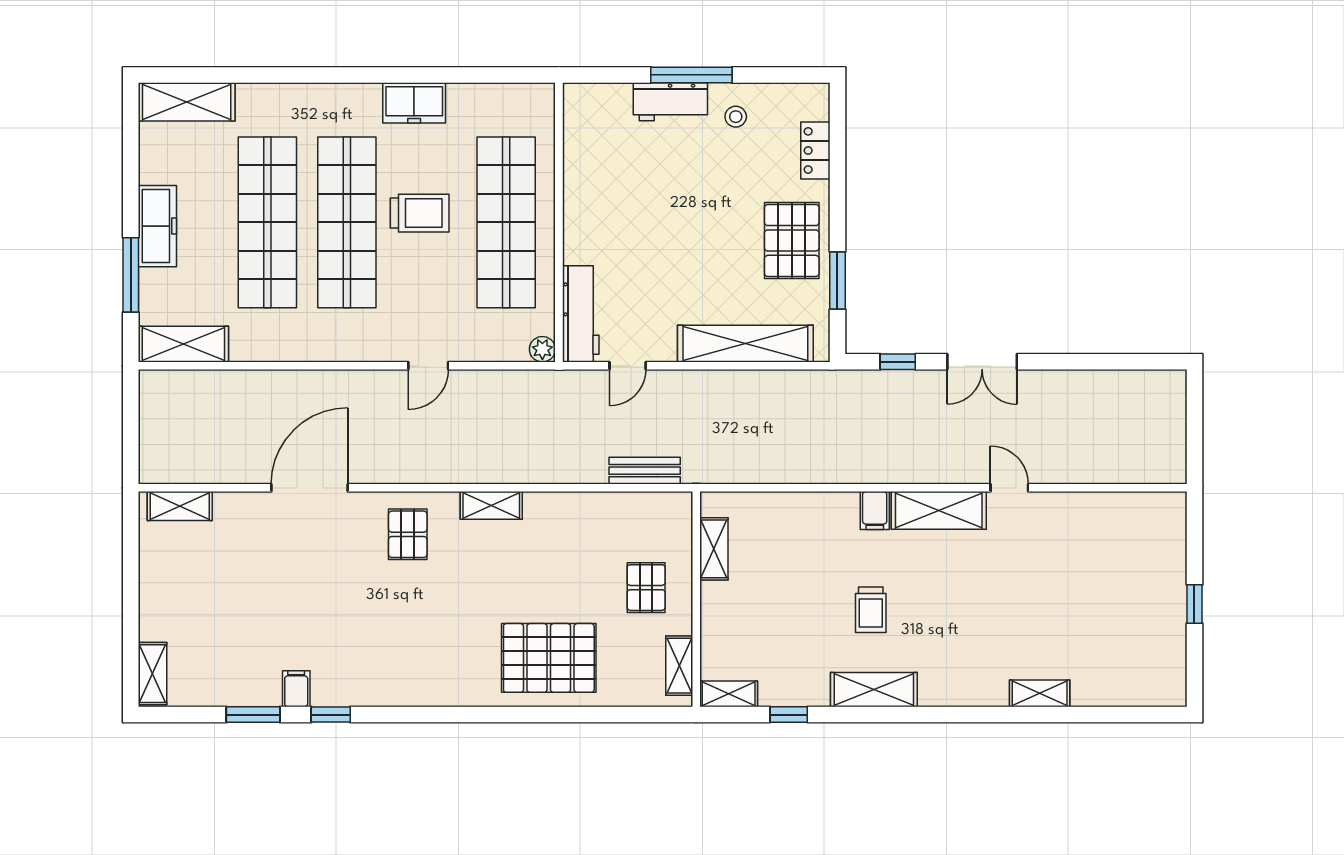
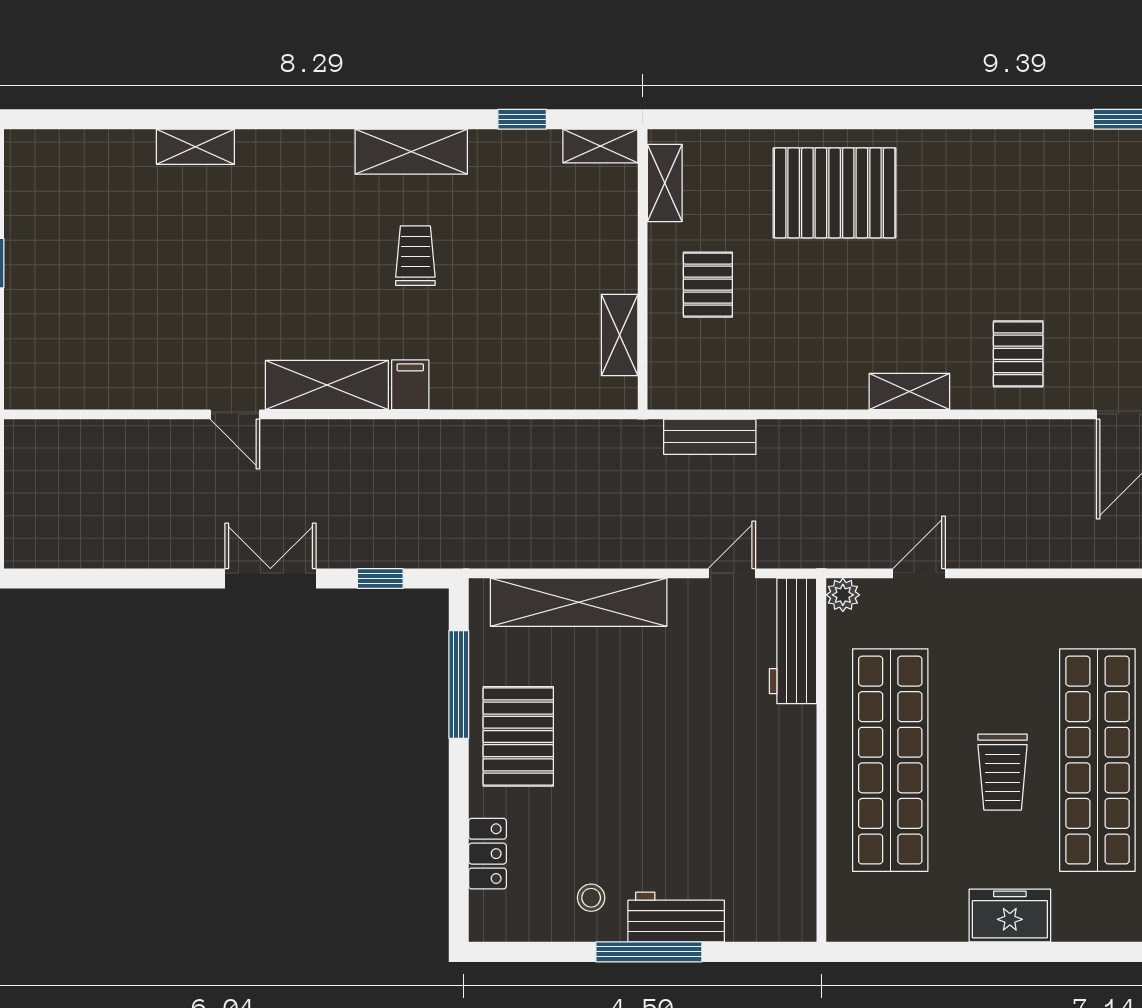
trolley: (420, 213) -> (1003, 772), turned -90
window: (837, 280) -> (459, 684), width x1.44
door: (428, 366) -> (919, 573), moved

